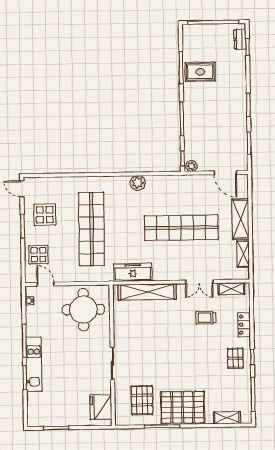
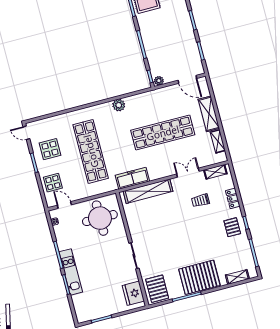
double door: (199, 282) -> (188, 173), swing flipped
pallet: (142, 400) -> (157, 289), moved

